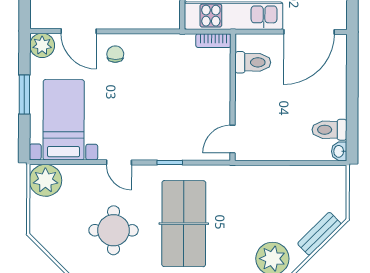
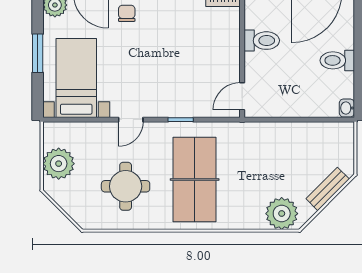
toilet: (253, 62) -> (262, 41), moved
toilet: (329, 130) -> (337, 60), moved
door: (119, 162) -> (131, 120), hinge flipped
plant: (45, 180) -> (59, 164), moved

